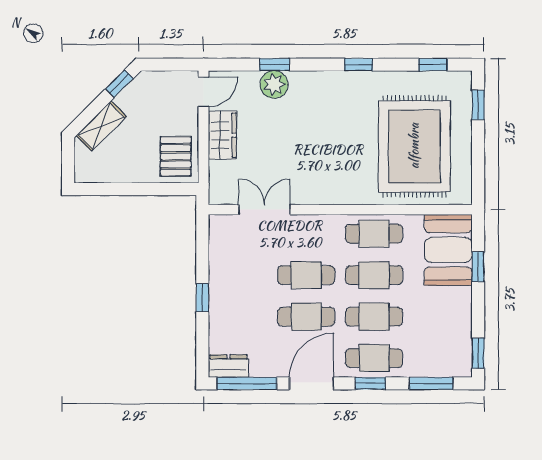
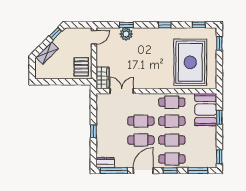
wardrobe: (222, 135) -> (103, 78), moved

